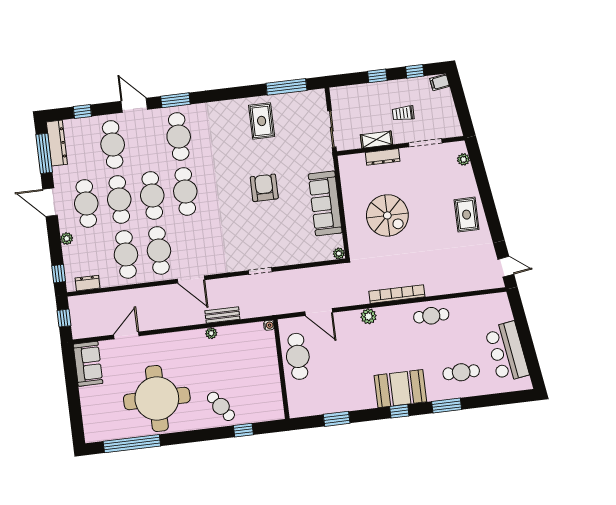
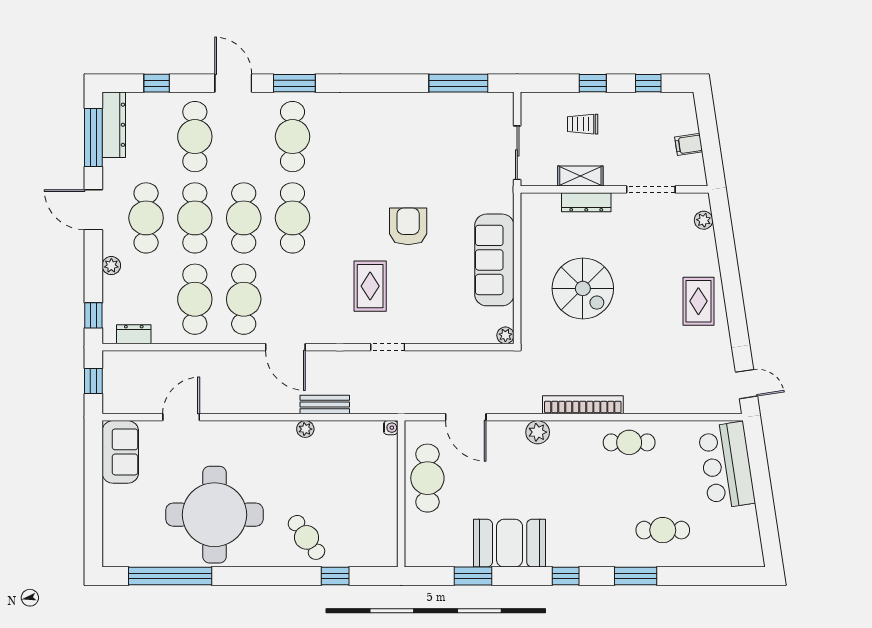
filing cabinet: (440, 82) -> (689, 144), moved
trolley: (403, 113) -> (583, 124), moved
rug: (262, 121) -> (370, 286), moved
bar counter: (507, 352) -> (727, 466), moved
booth: (400, 389) -> (510, 543), moved

